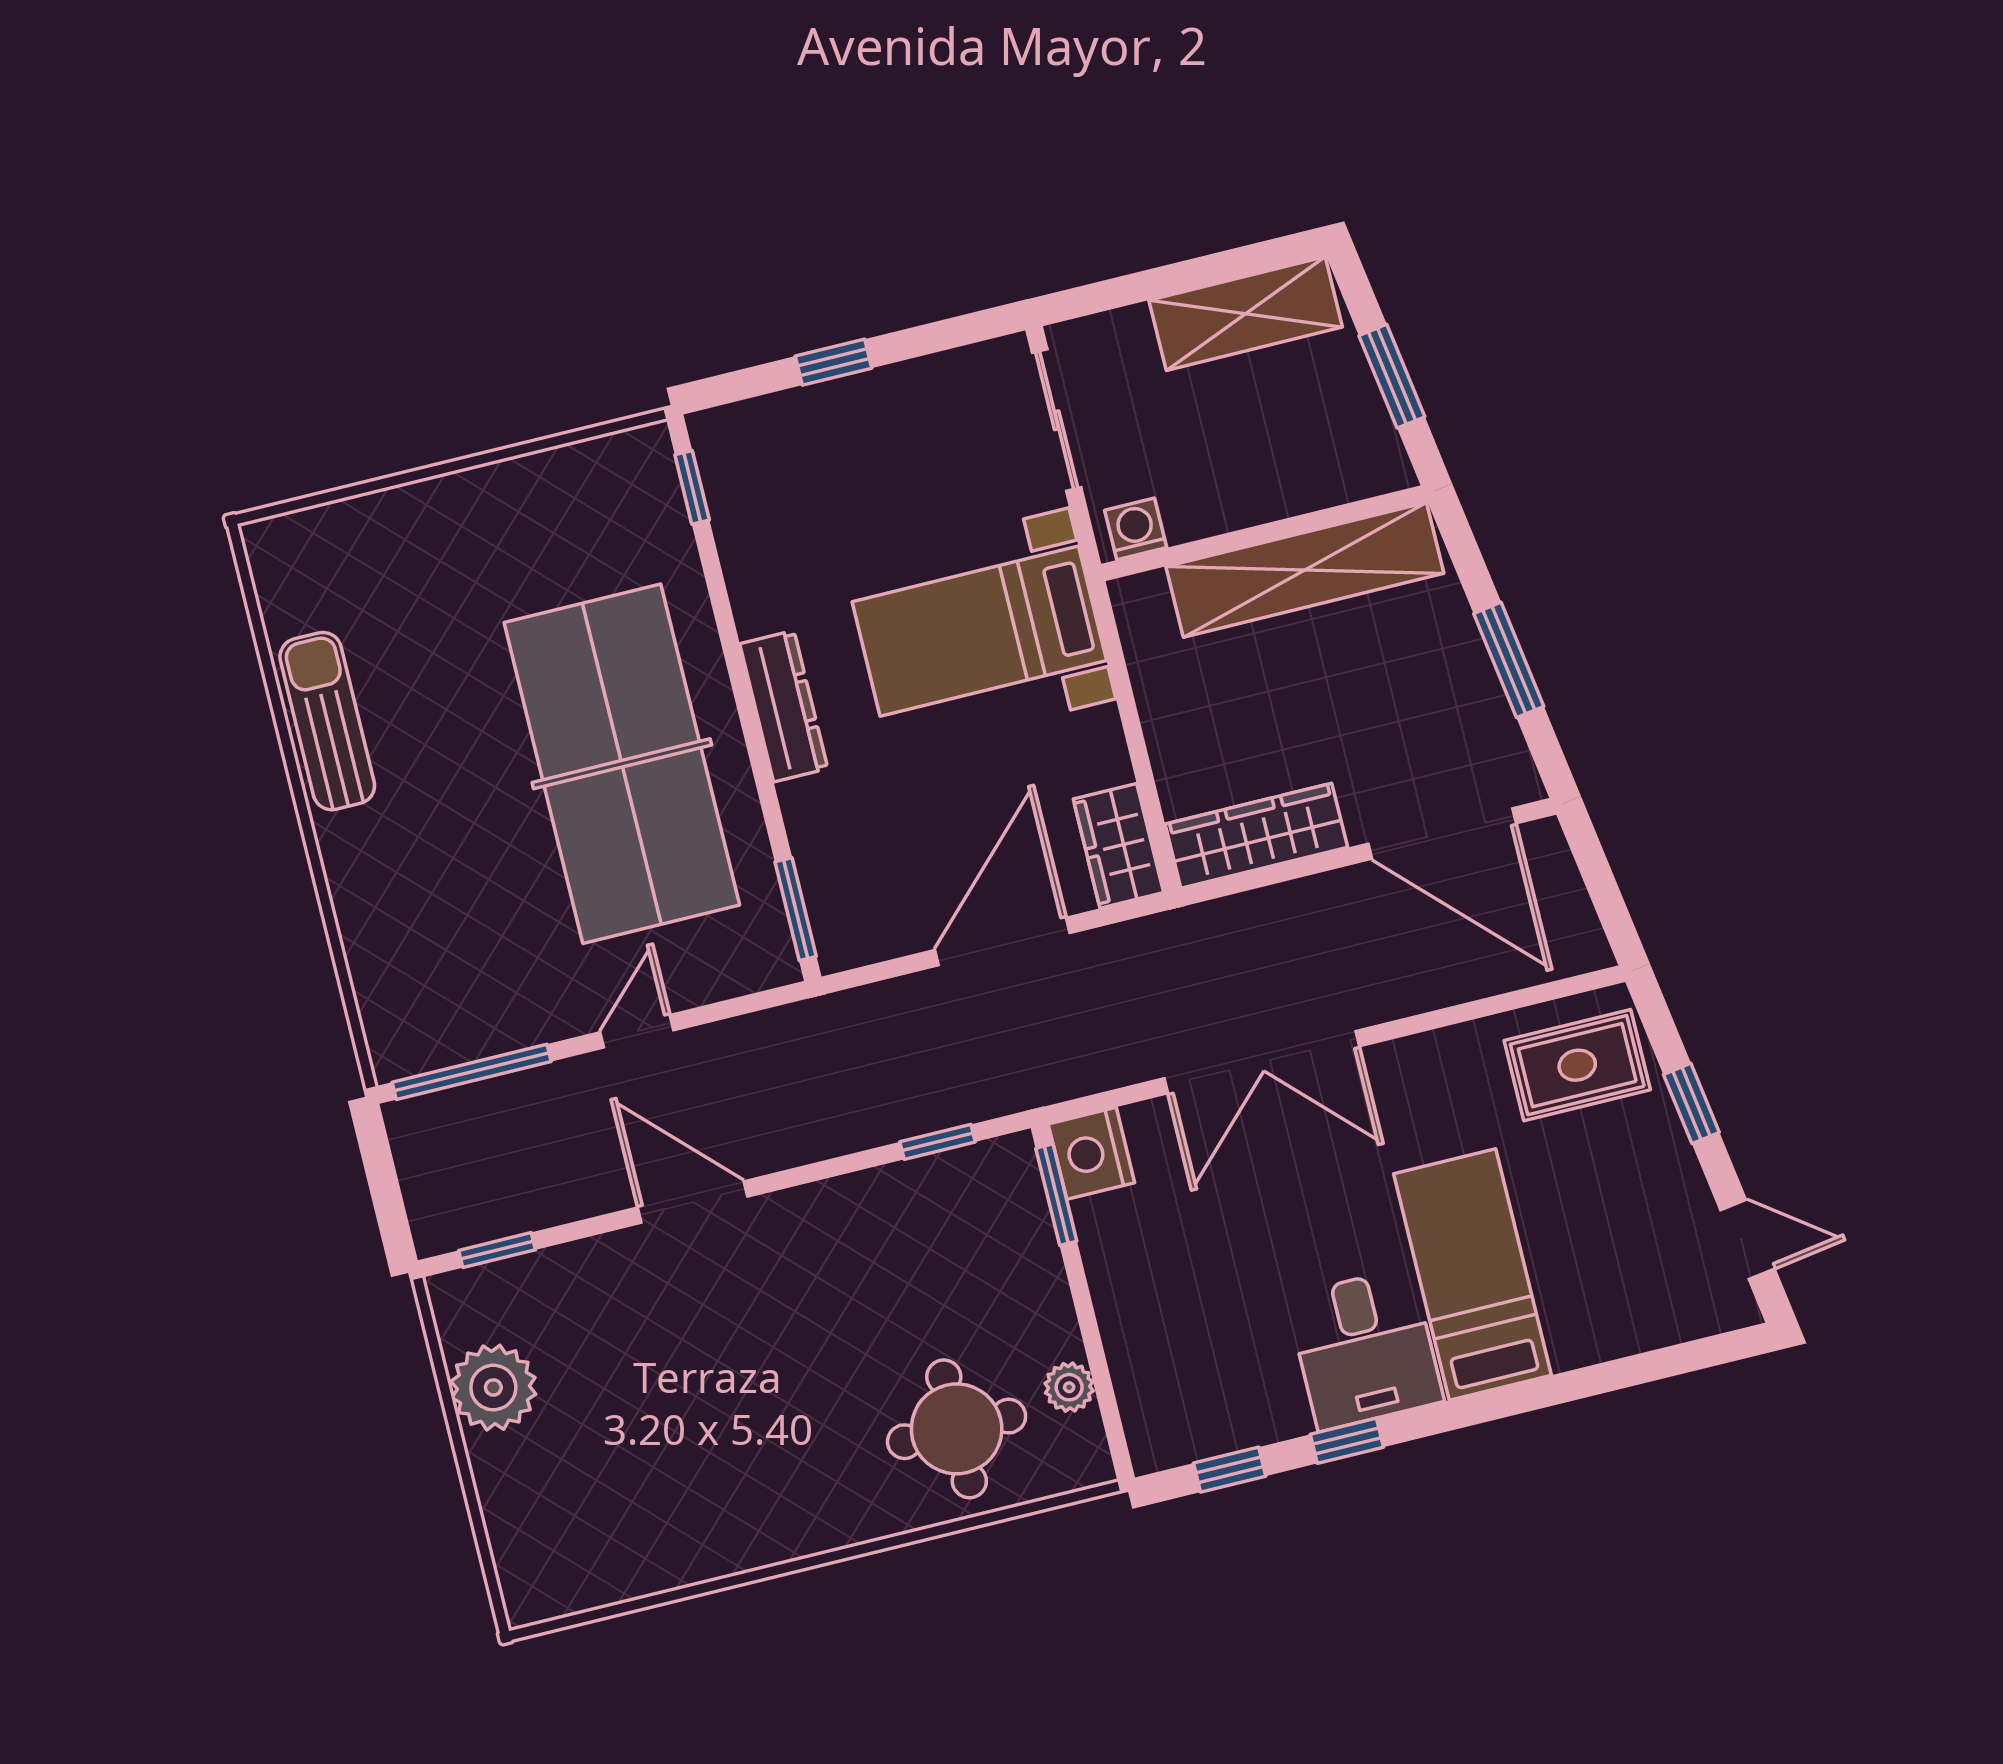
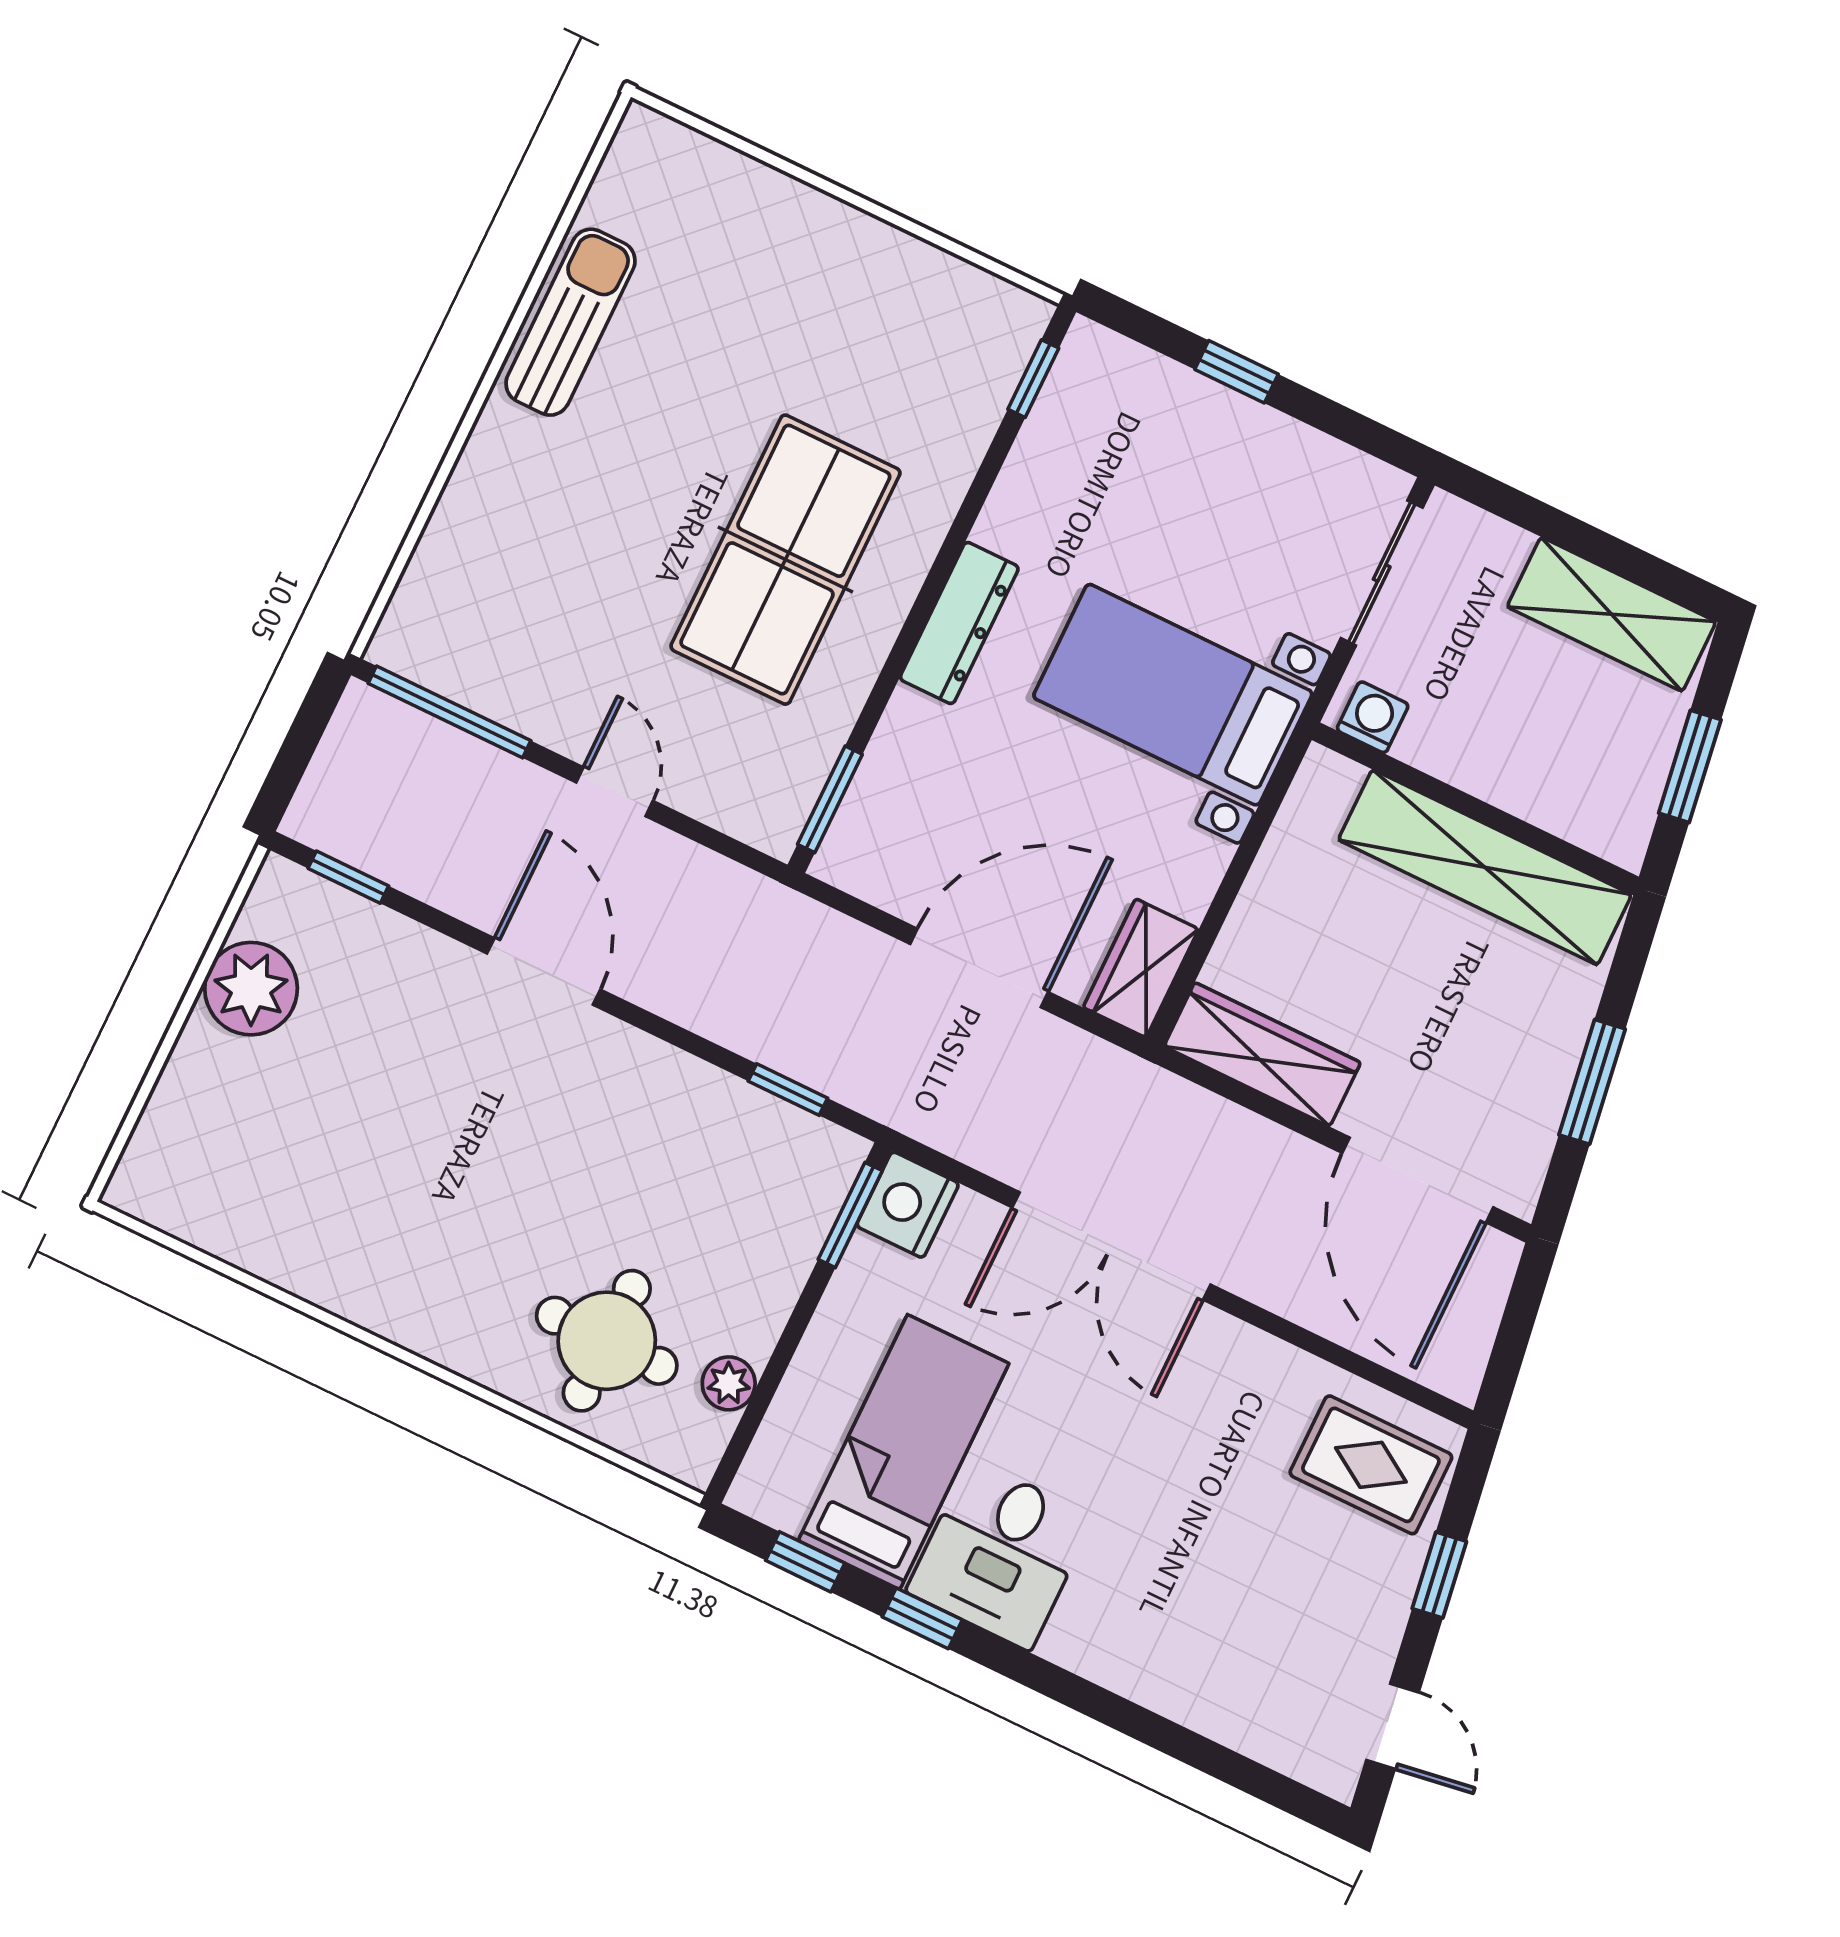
table tennis table: (622, 764) -> (785, 560), width x0.73, depth x0.76
door: (637, 1031) -> (614, 792), hinge flipped
bed: (1472, 1274) -> (904, 1452), moved

